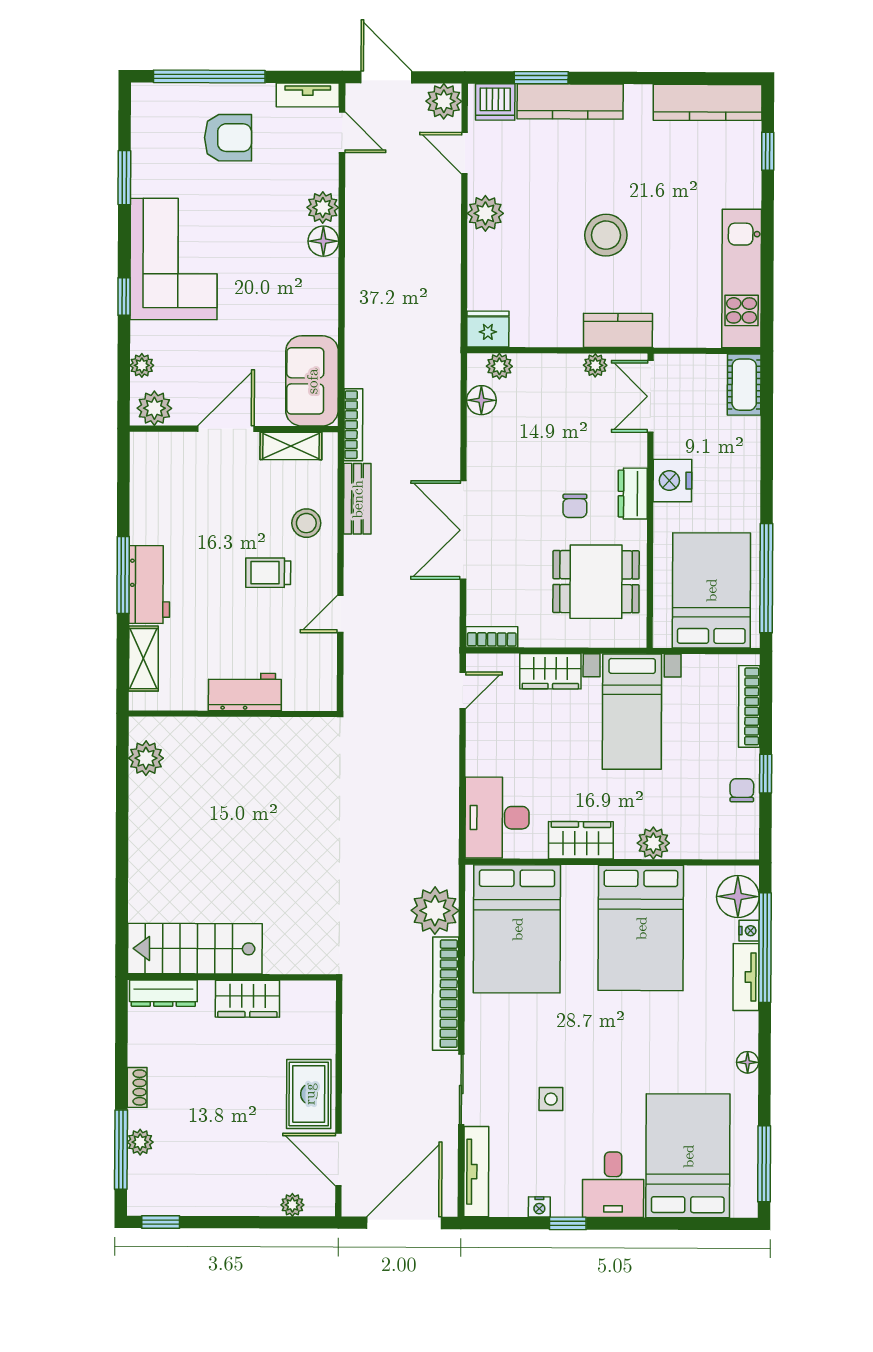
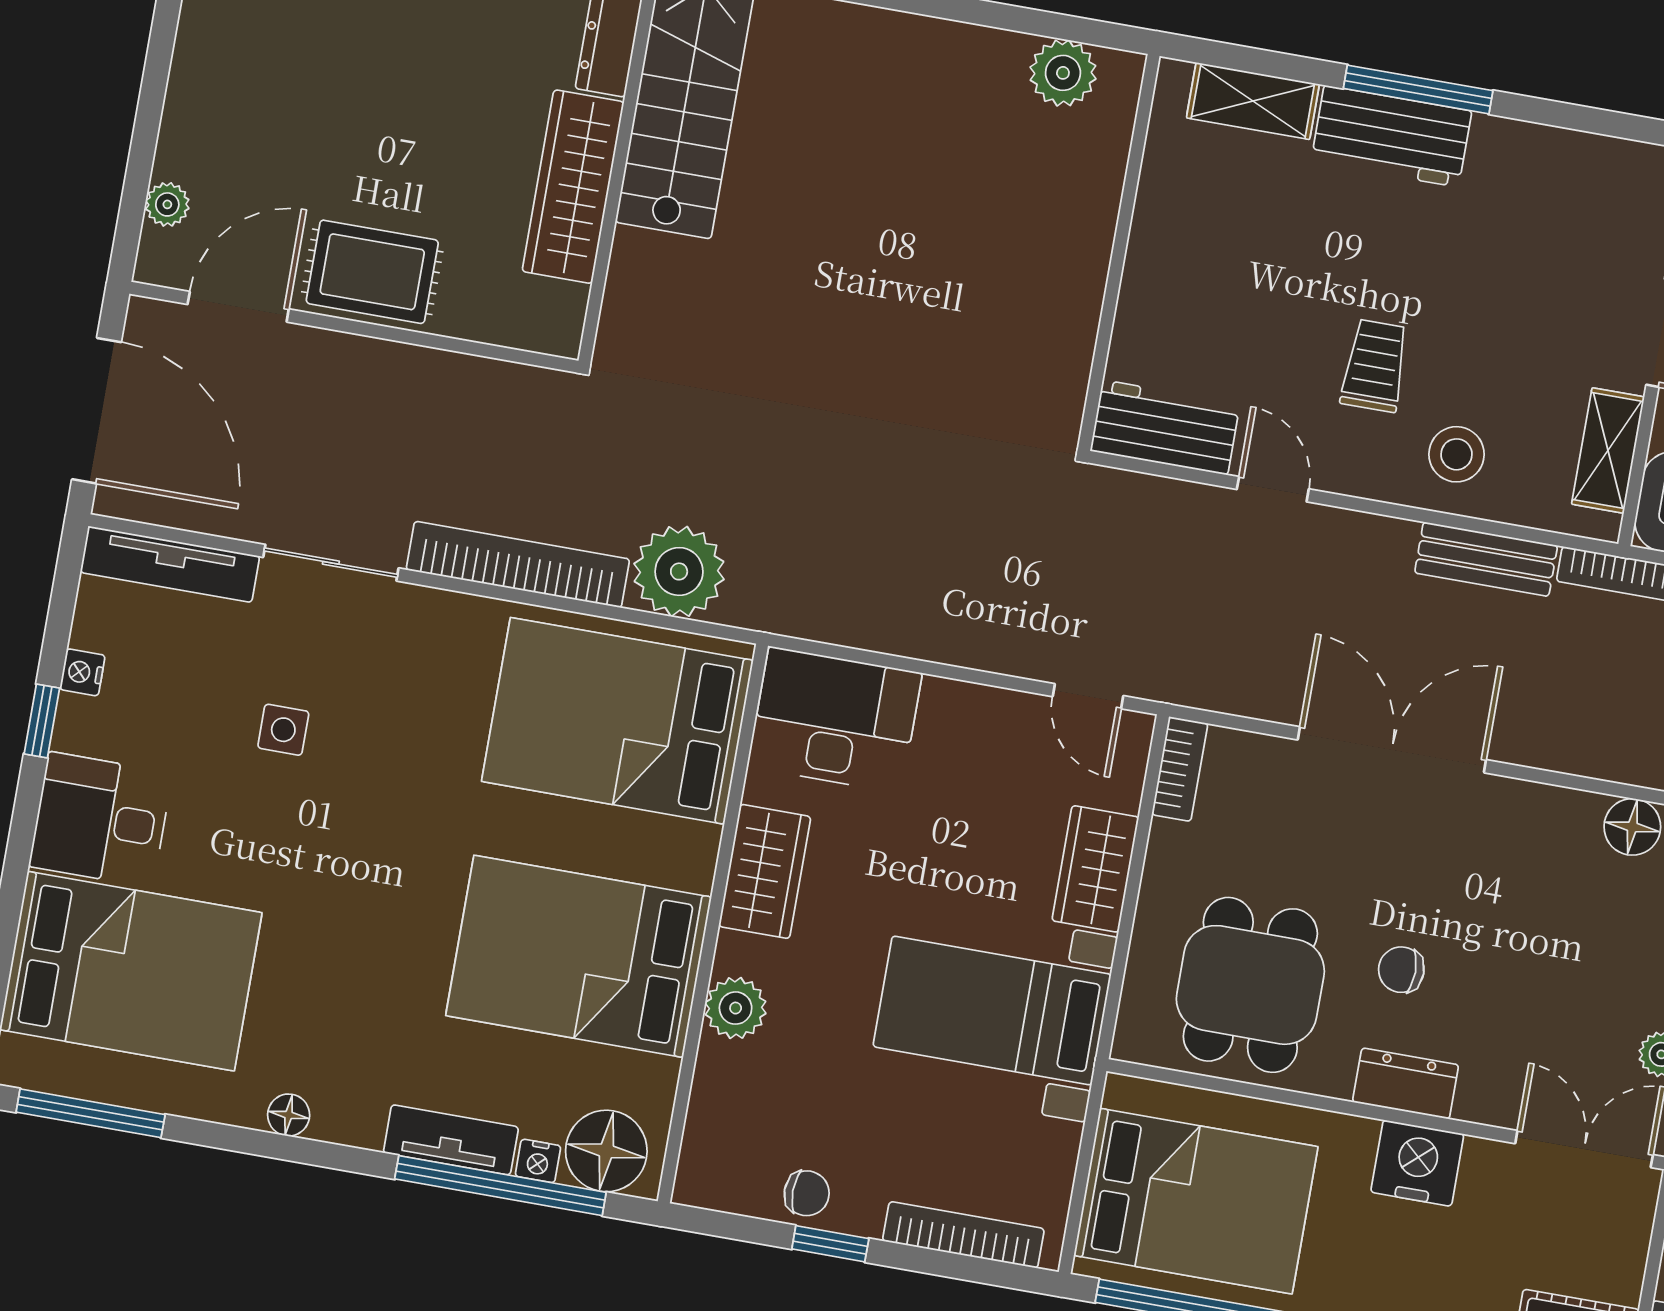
workbench: (245, 692) -> (1165, 427), moved, turned -90
wardrobe: (247, 999) -> (573, 187), width x1.50

